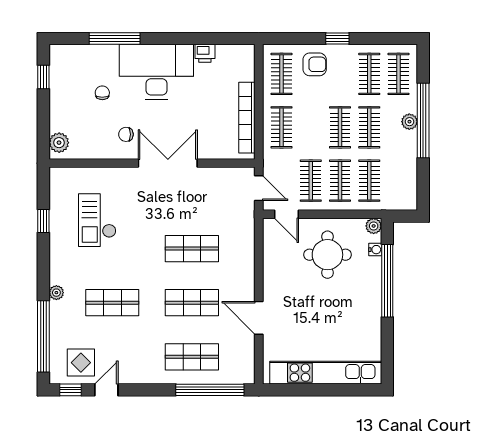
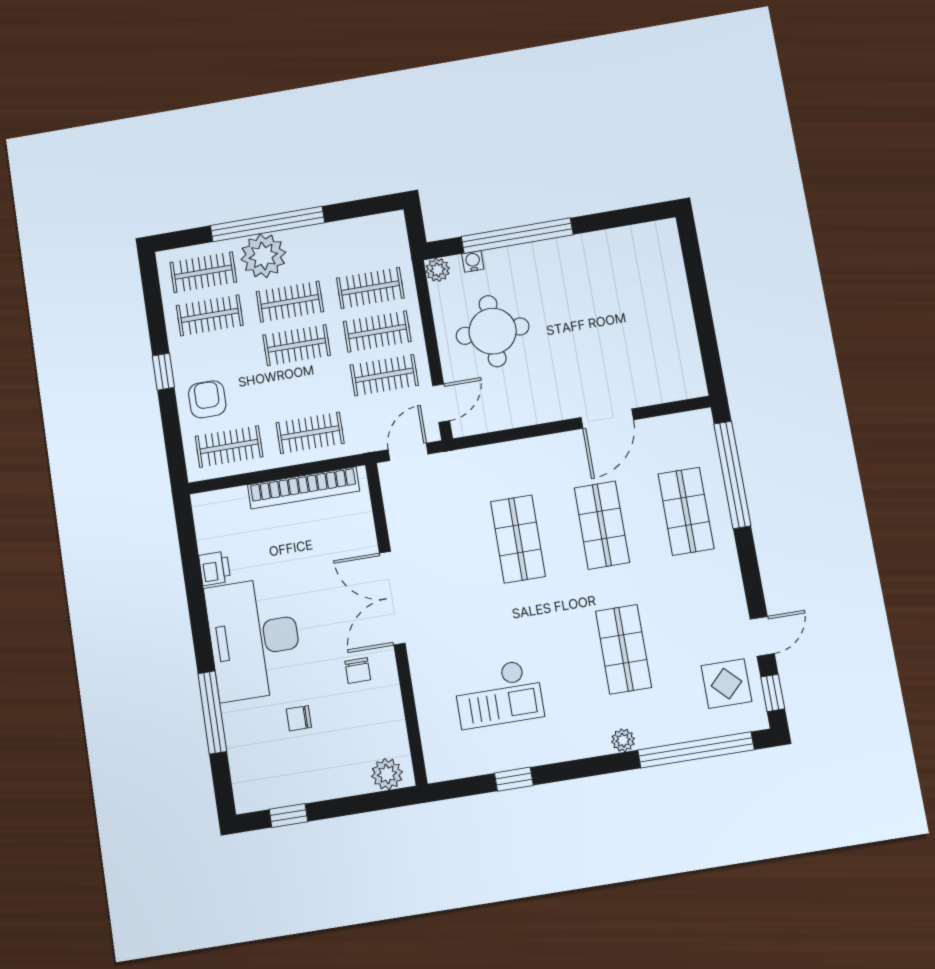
plant: (409, 122) -> (263, 256), width x1.87, depth x1.87
kitchen unit: (326, 373) -> (673, 303), removed
door: (106, 390) -> (762, 636), swing flipped

